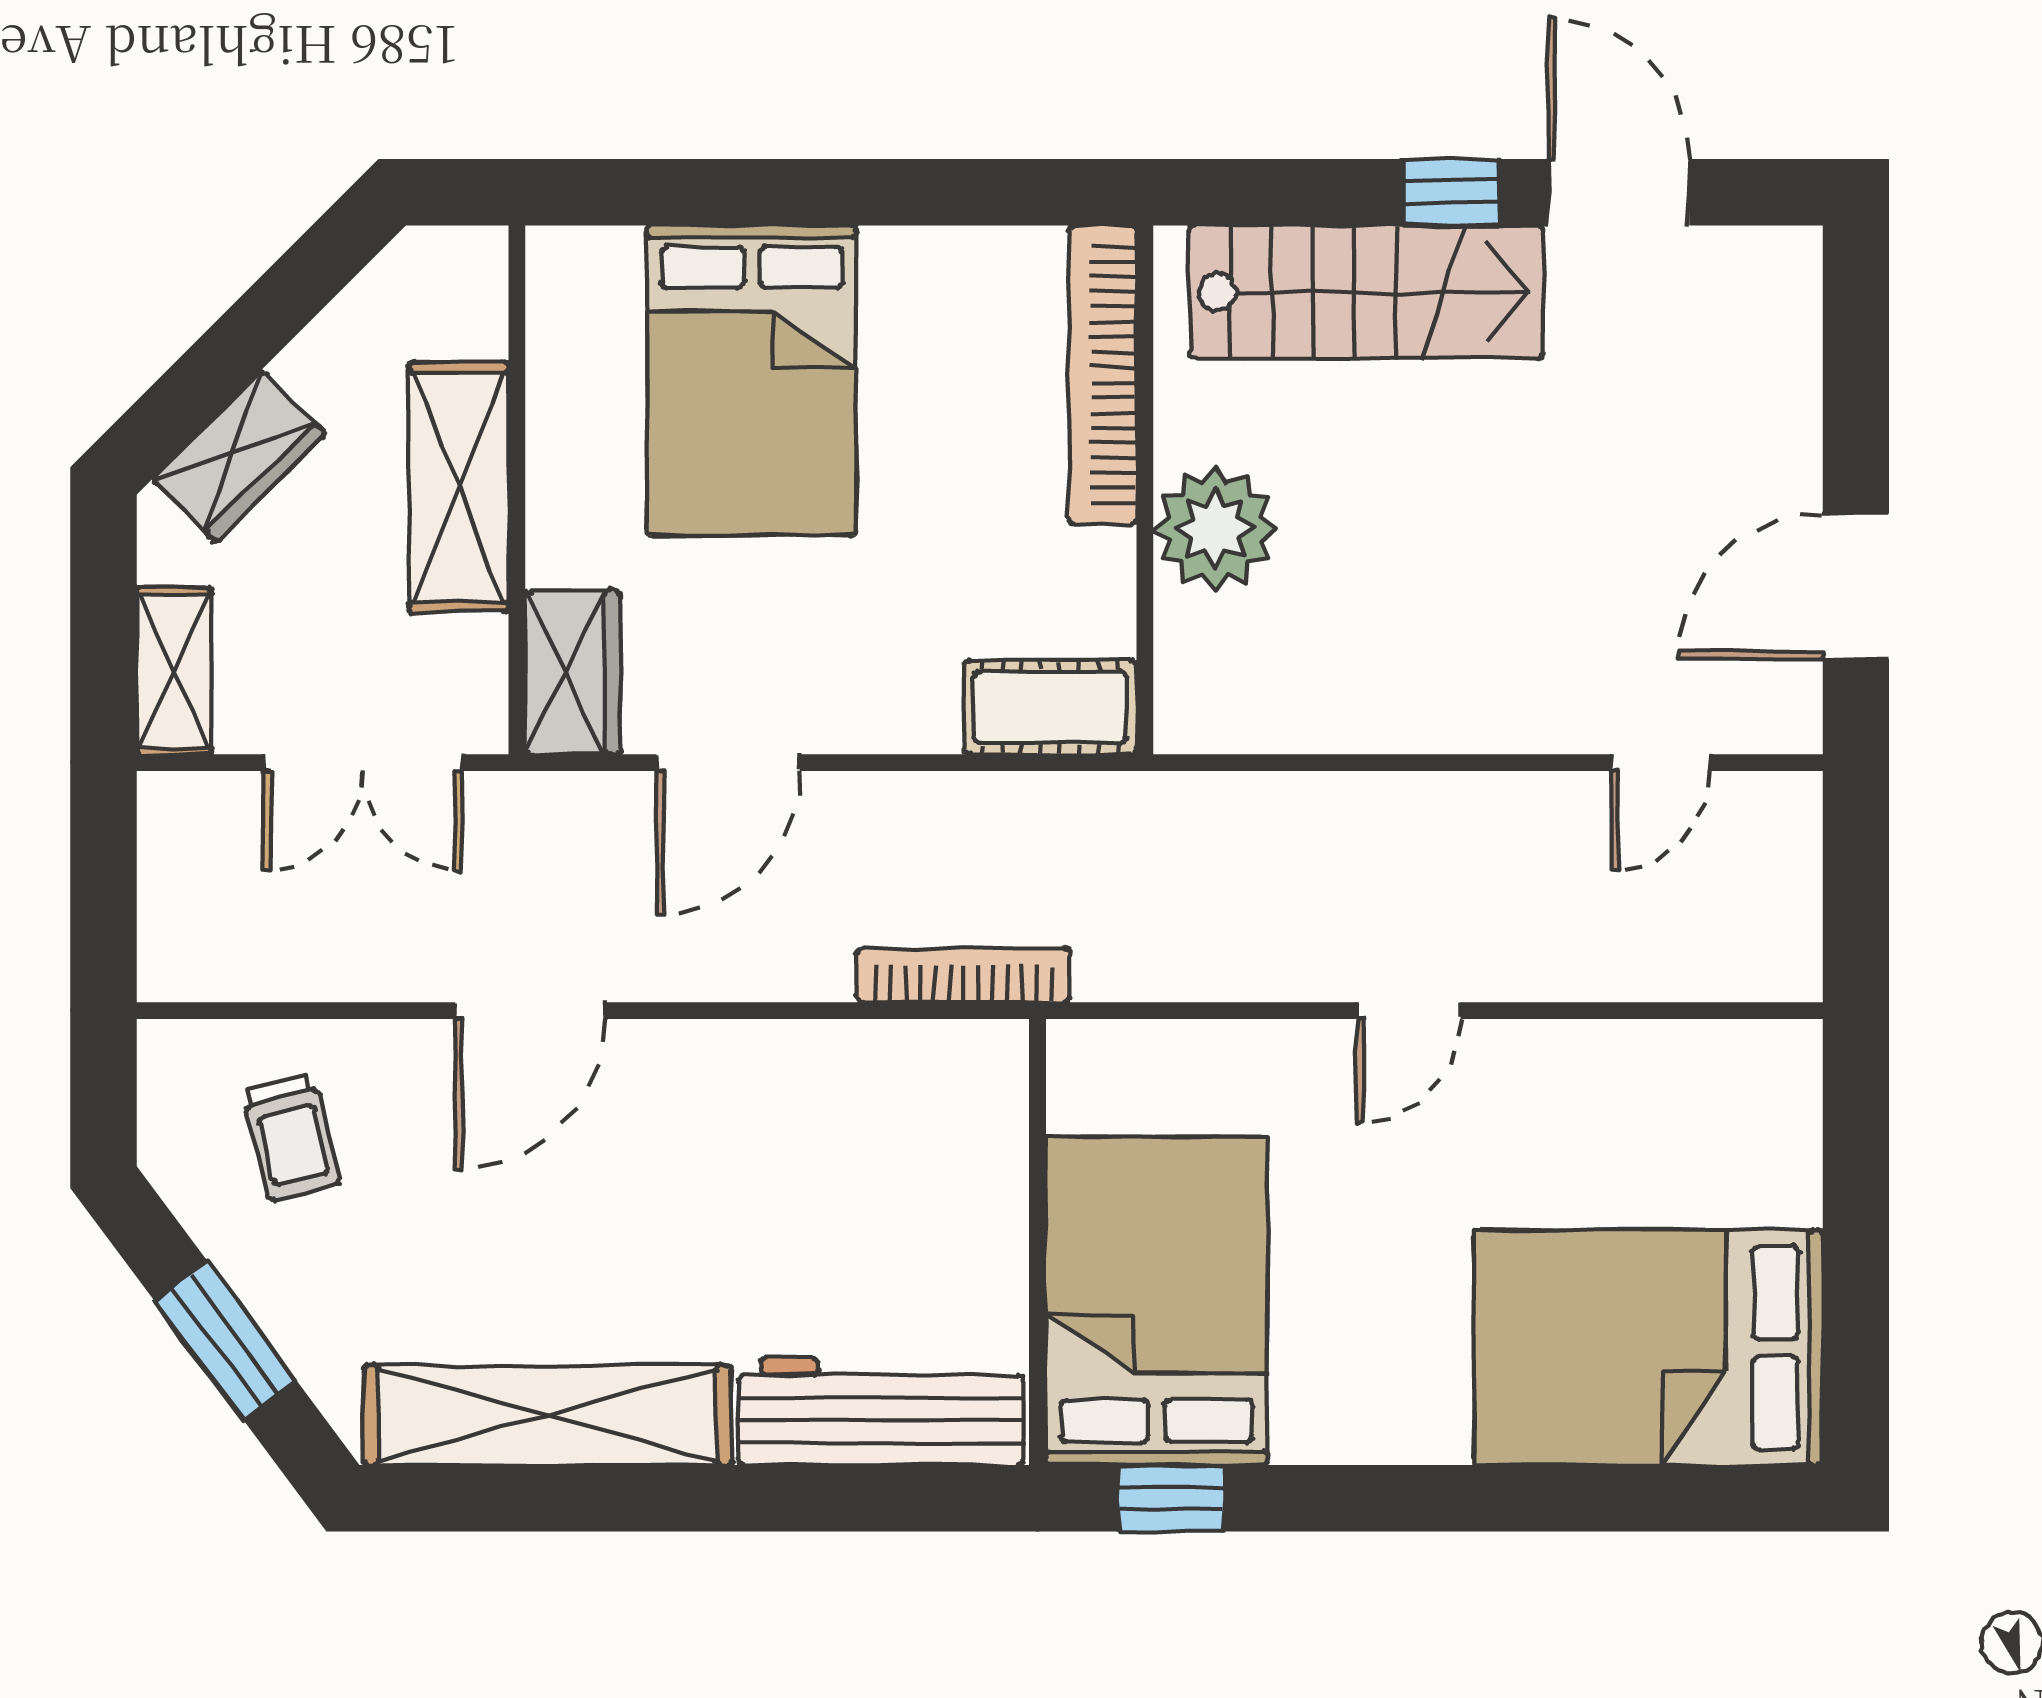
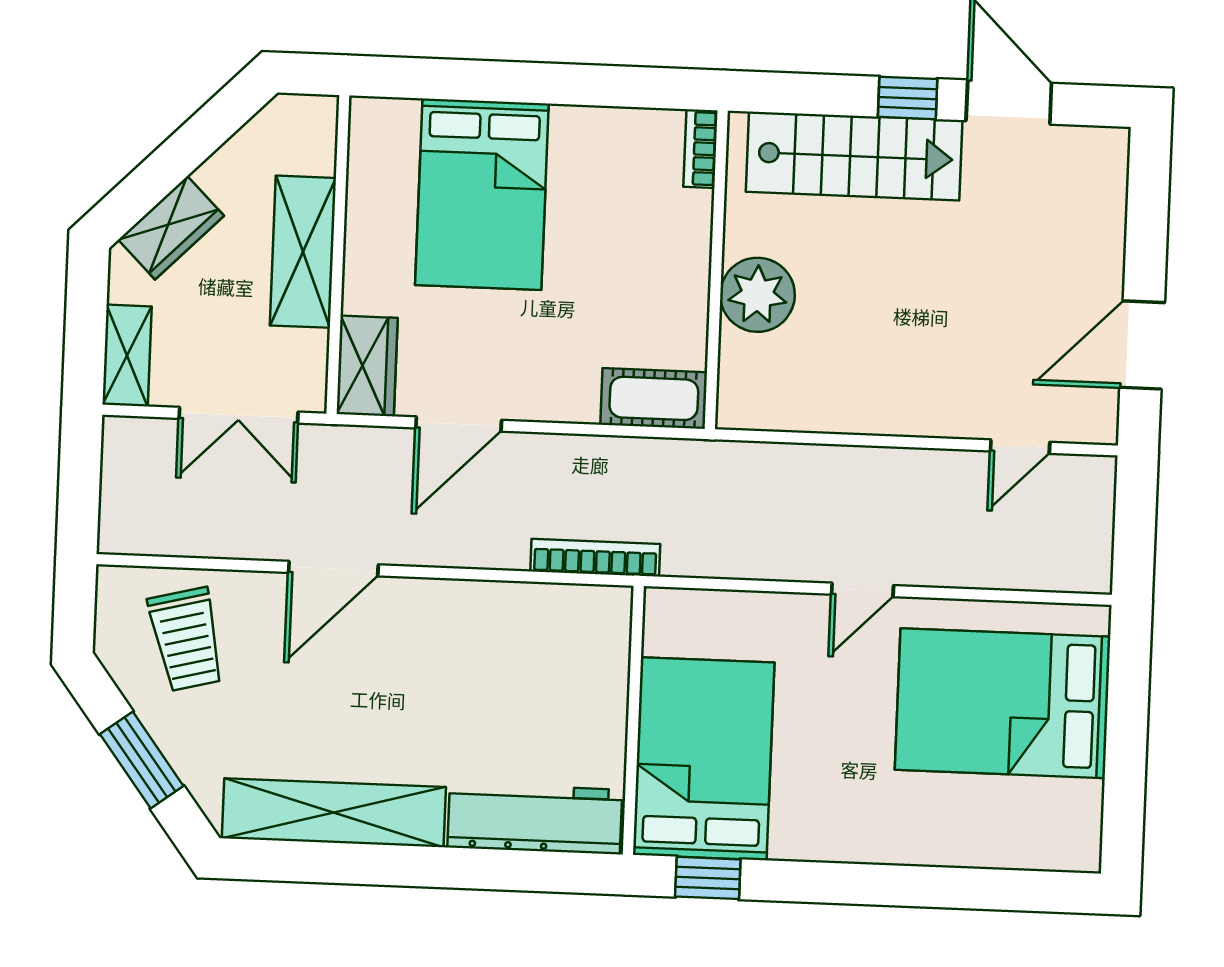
bookcase: (1103, 375) -> (701, 149), width x0.43, depth x0.76
trolley: (292, 1137) -> (186, 639), width x1.36, depth x1.39
bed: (1648, 1348) -> (1003, 703), moved

